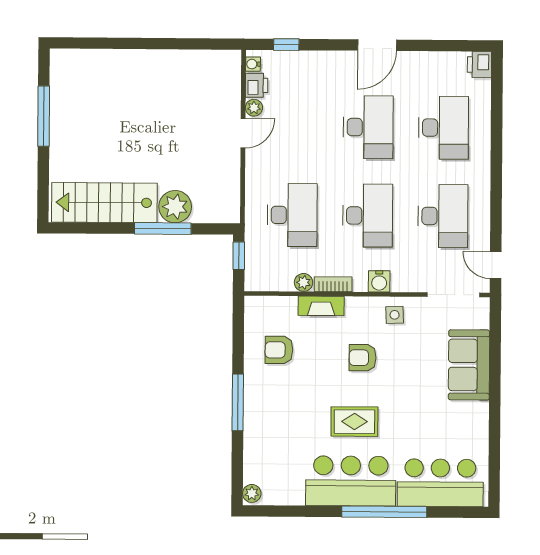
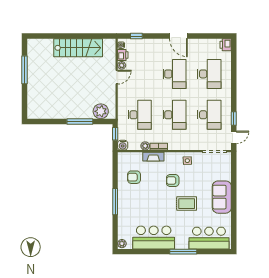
door: (377, 45) -> (178, 36), hinge flipped
stairs: (104, 203) -> (78, 48), moved, turned 180
plant: (175, 207) -> (101, 111), moved
window: (496, 224) -> (234, 118), added
door: (496, 265) -> (234, 137), swing flipped
water cooler: (379, 281) -> (123, 145), moved
sofa: (469, 365) -> (222, 197), moved
rug: (354, 422) -> (187, 204), moved
bar counter: (351, 481) -> (154, 237), moved
window: (384, 512) -> (183, 252), width x0.68

